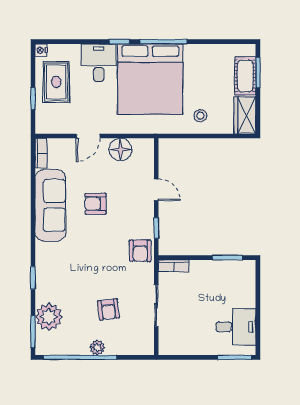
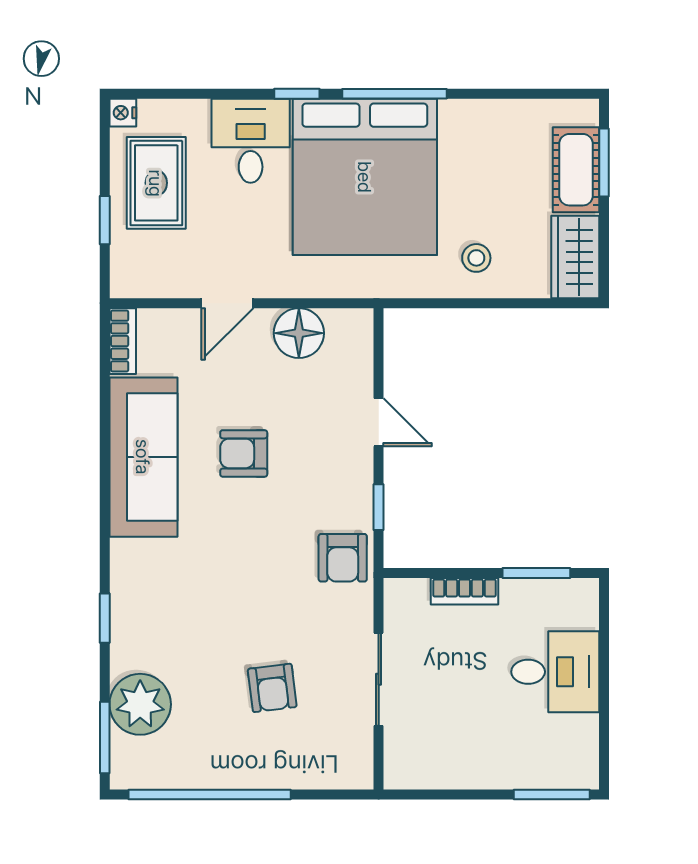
bookcase: (174, 266) -> (465, 591), moved
desk: (236, 327) -> (555, 672), moved
plant: (97, 348) -> (247, 773), removed

